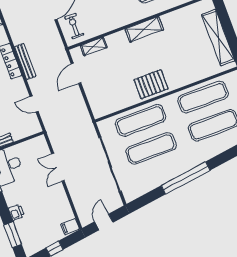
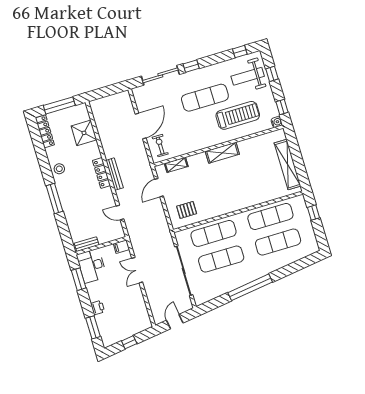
pallet: (151, 84) -> (187, 210), moved, width x0.67, depth x0.71
filing cabinet: (70, 227) -> (121, 247), moved

